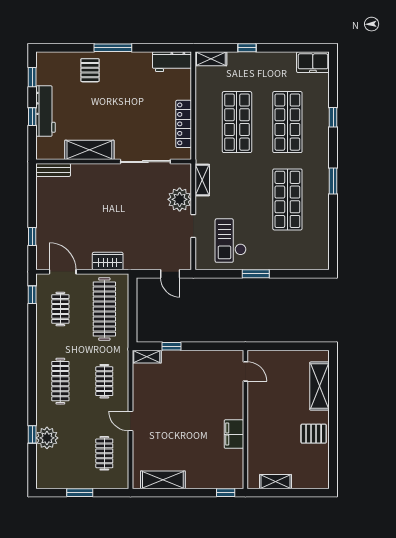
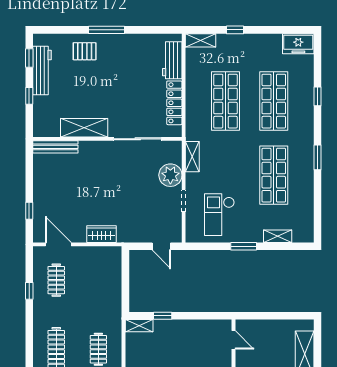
workbench: (172, 62) -> (172, 60), moved, turned 90
pallet: (90, 70) -> (85, 51), turned 90
workbench: (46, 111) -> (42, 71), moved
bench: (53, 170) -> (55, 147), width x1.36
shelving: (291, 263) -> (278, 236), added
window: (32, 295) -> (29, 291), moved
clothes rail: (104, 309) -> (98, 280), removed

